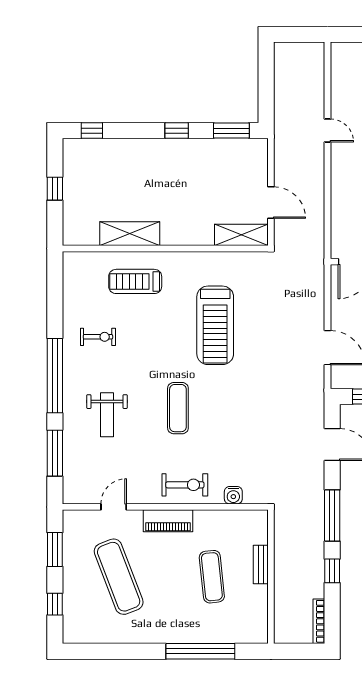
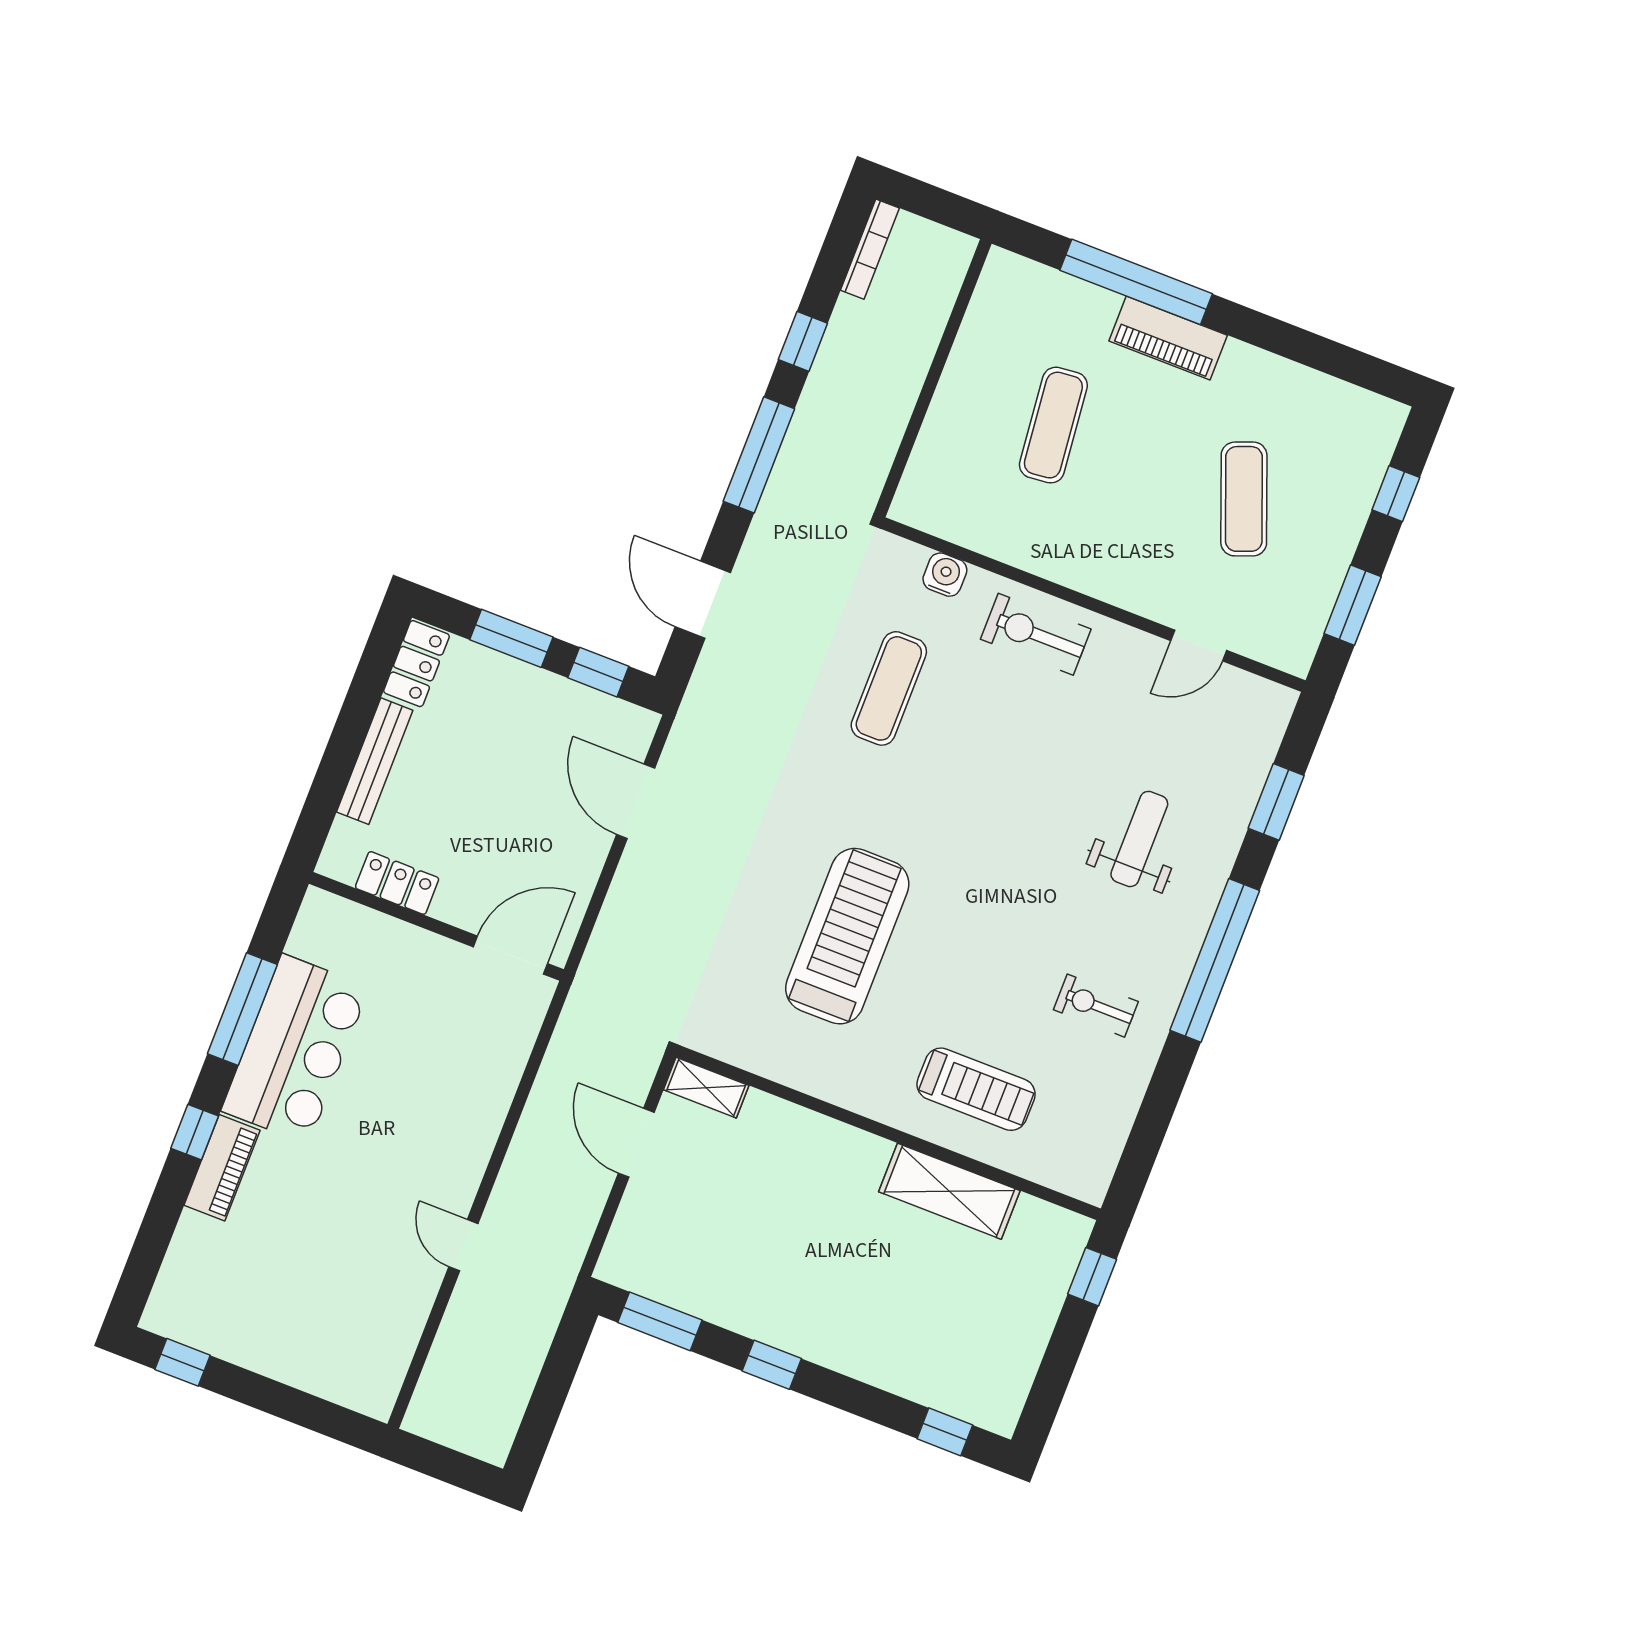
window: (55, 189) -> (1092, 1277), moved
shelving: (241, 235) -> (706, 1088), width x0.67, depth x0.75
exercise mat: (178, 408) -> (889, 688), moved
window: (55, 453) -> (1276, 802), width x0.69
piano: (168, 521) -> (1168, 338), moved, turned 180
bench: (261, 564) -> (944, 411), removed
exercise mat: (119, 577) -> (1244, 499), width x0.73, depth x0.69

